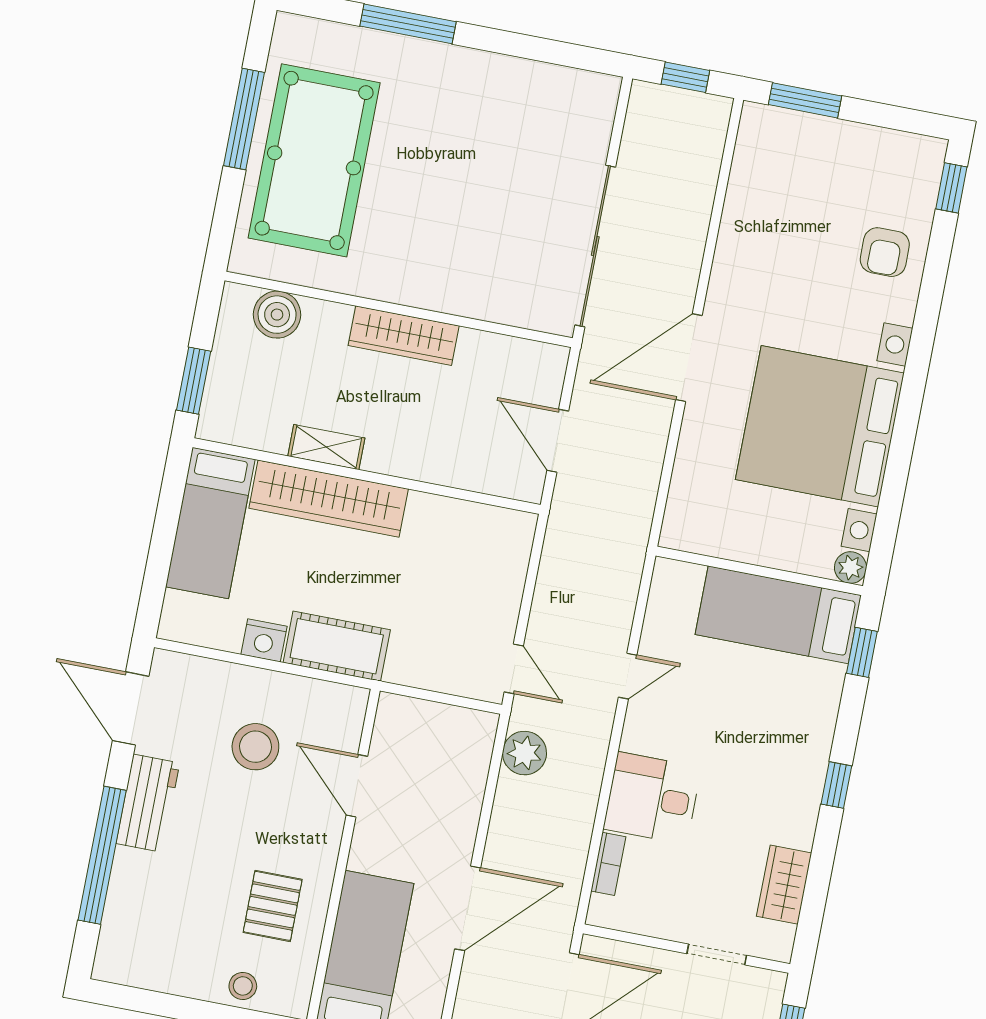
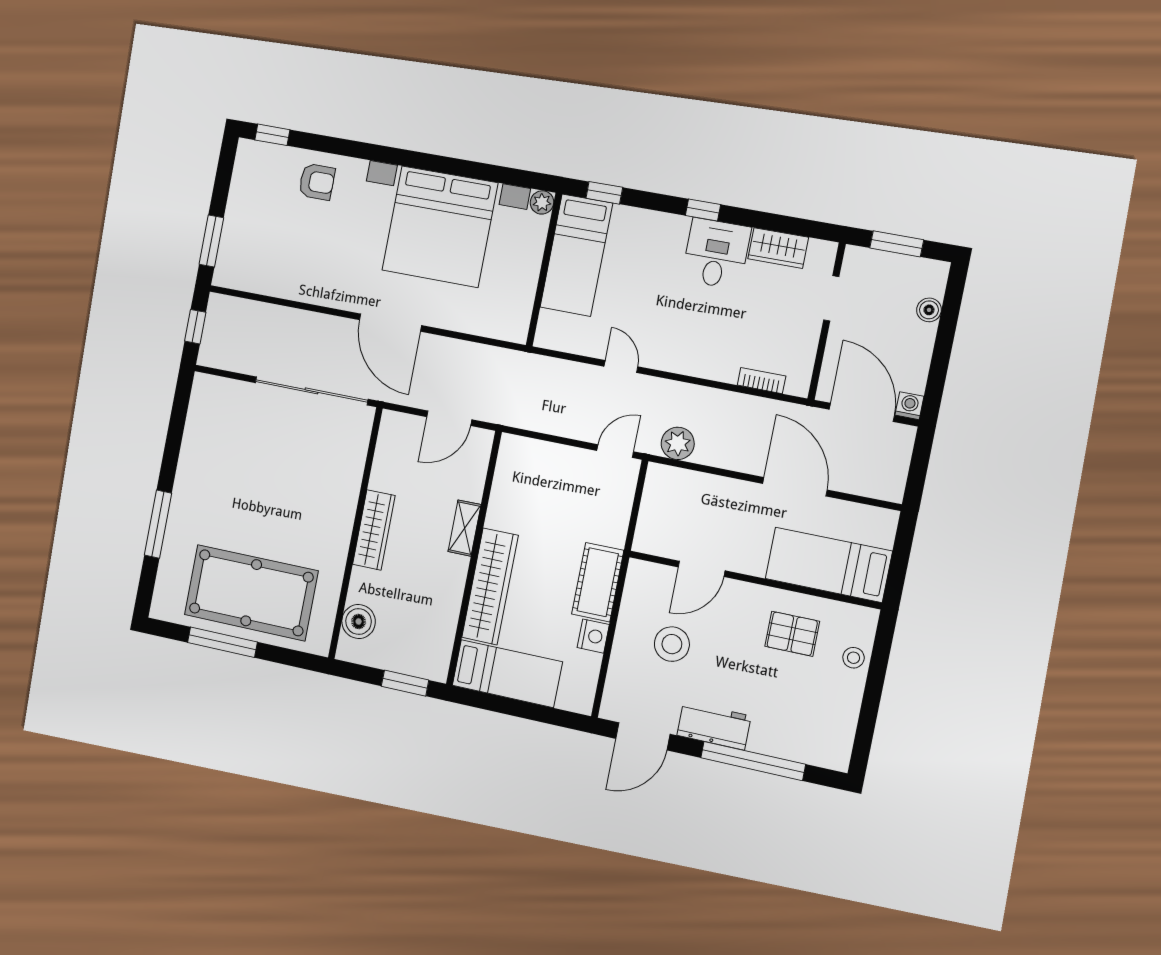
shelving: (326, 447) -> (465, 528), moved
desk: (652, 798) -> (716, 254), moved, turned 180

